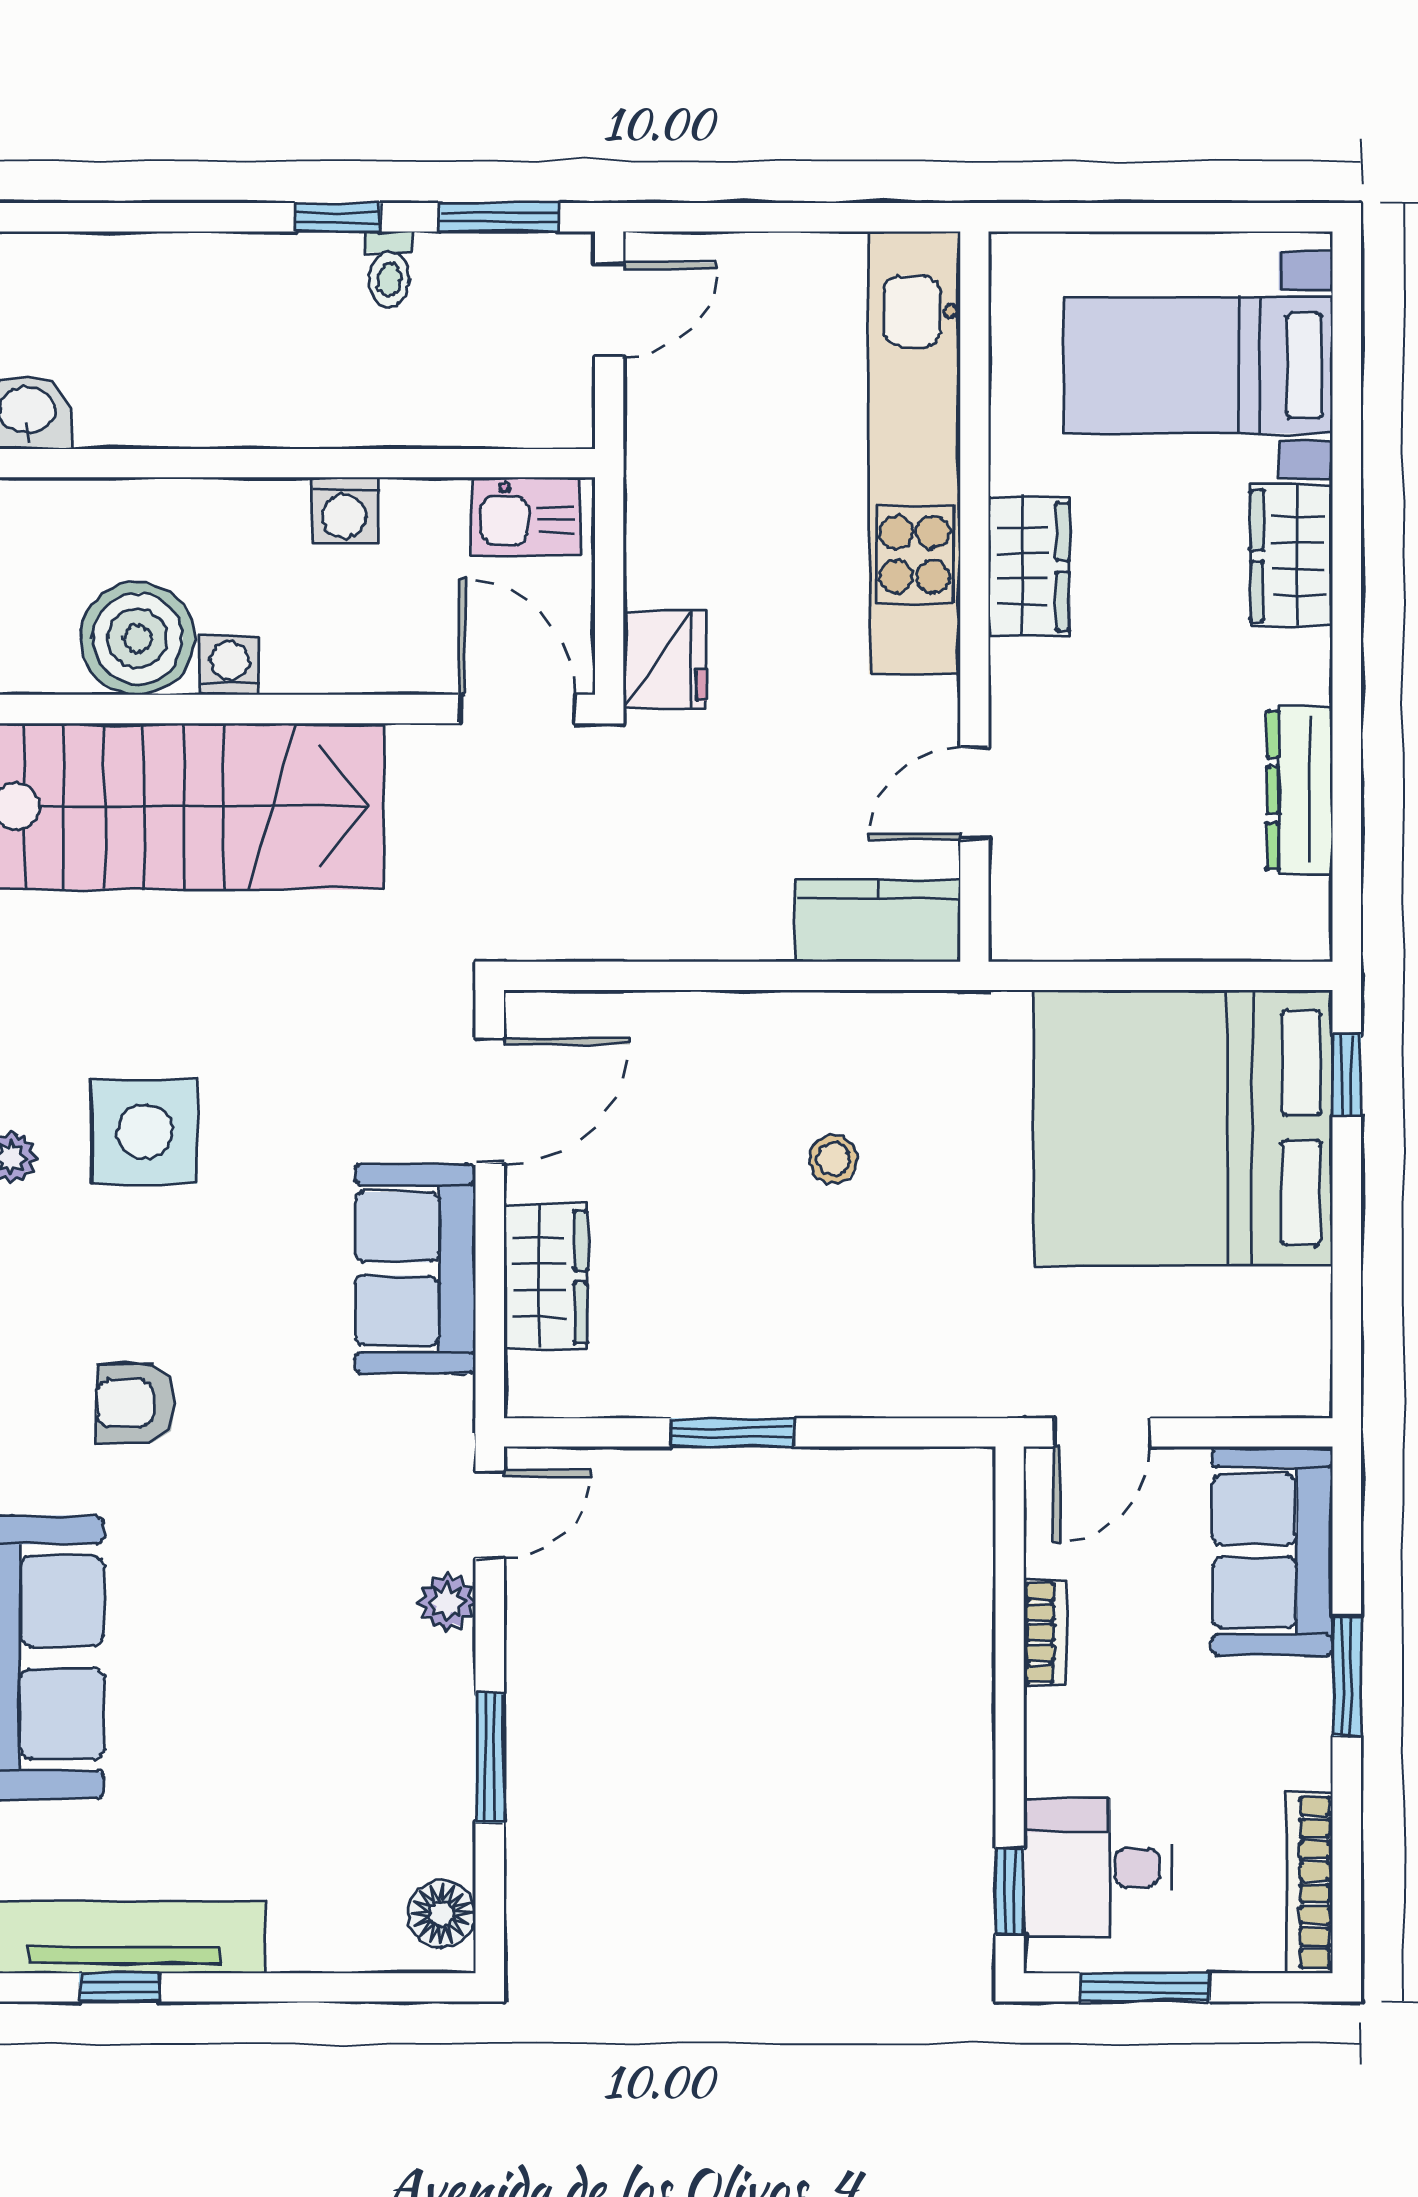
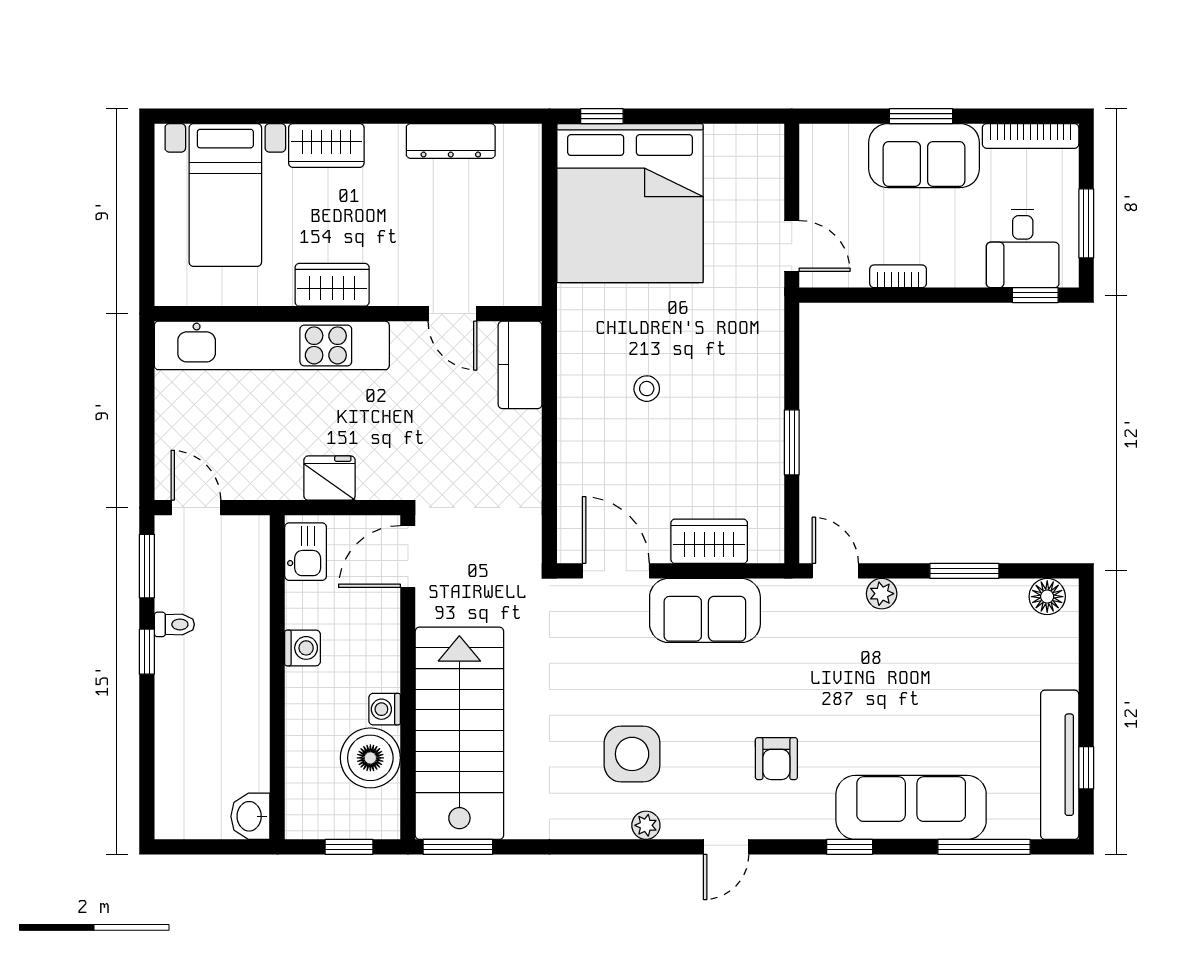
fridge: (665, 660) -> (329, 478), moved
sofa: (1272, 1551) -> (924, 156), moved

